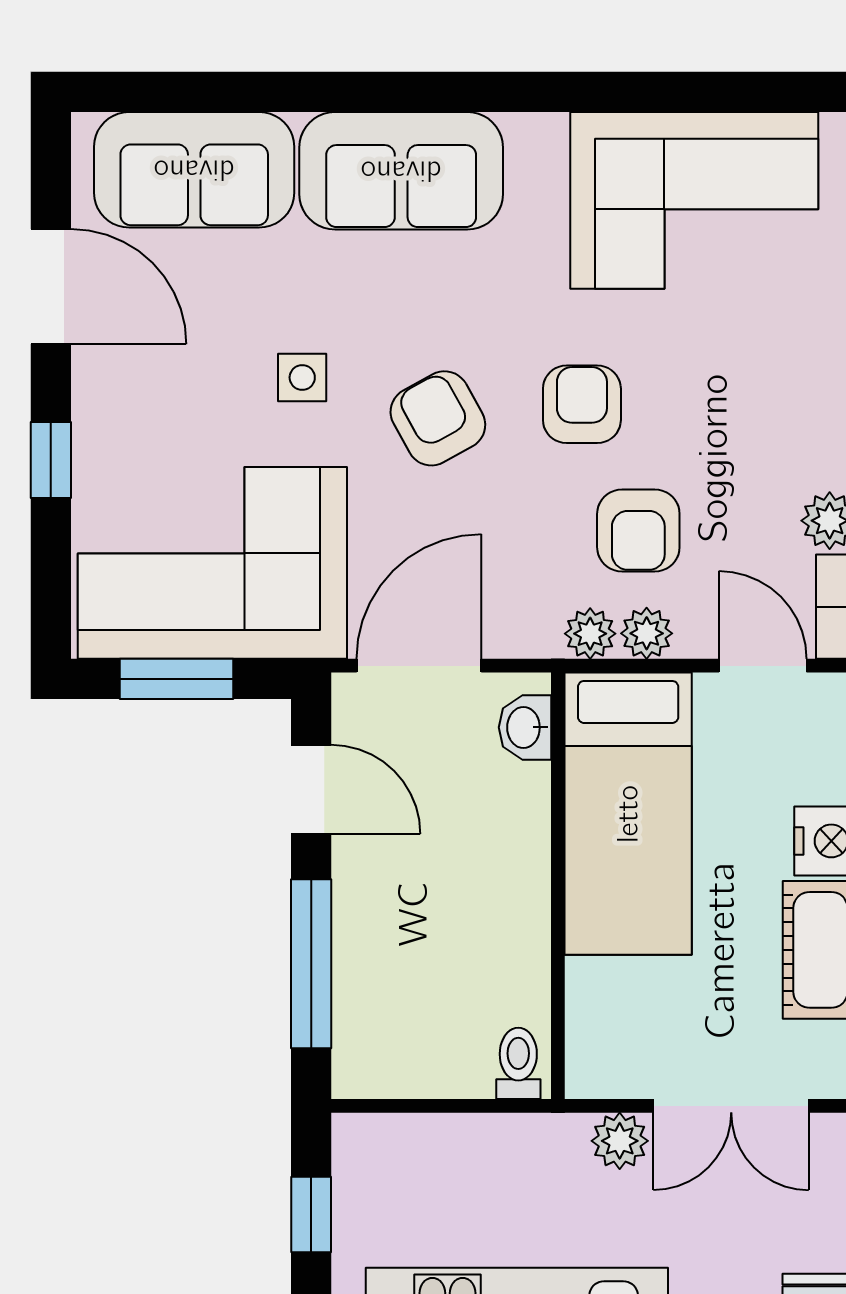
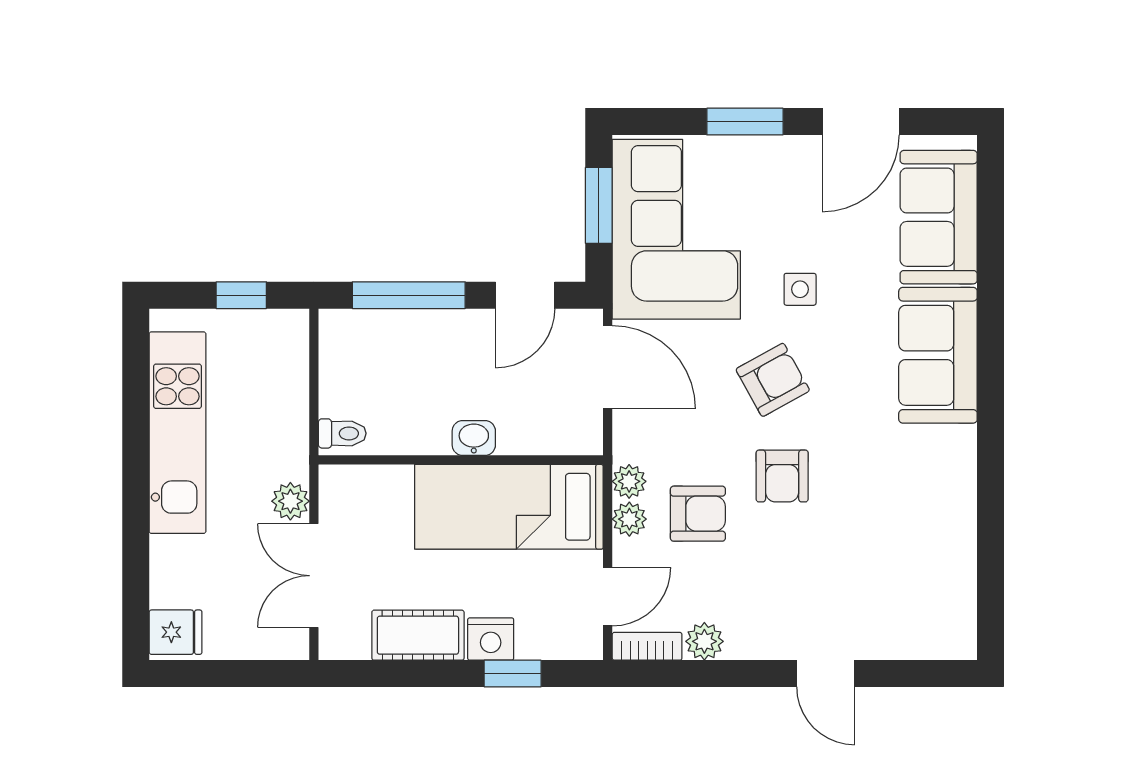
corner sofa: (694, 200) -> (918, 551), removed
armchair: (582, 404) -> (782, 476), turned 90
window: (51, 460) -> (745, 122), width x1.50
armchair: (638, 531) -> (698, 514), turned 180
washbasin: (525, 727) -> (474, 438), moved

